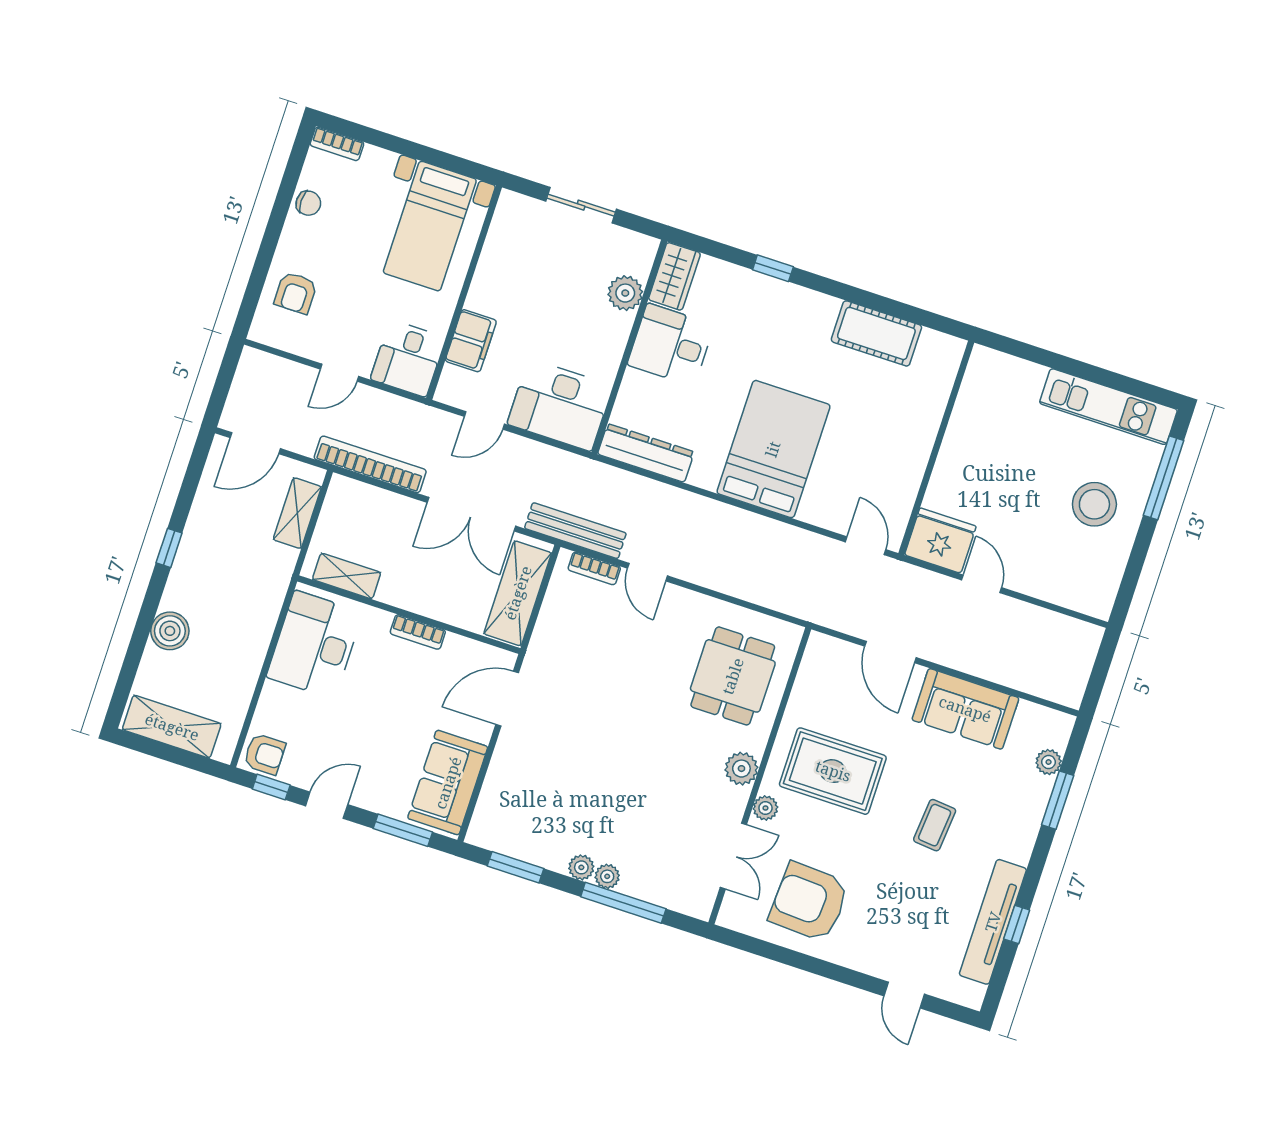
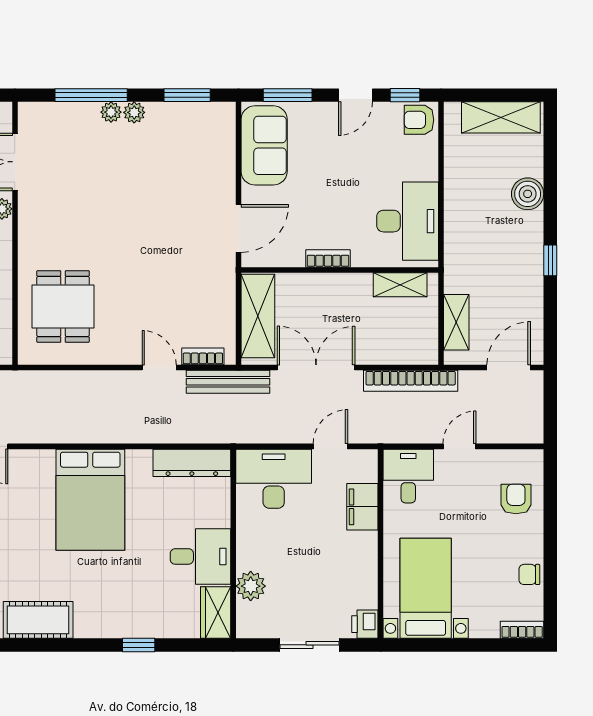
printer: (511, 208) -> (365, 624), added
plant: (741, 769) -> (32, 234), removed

